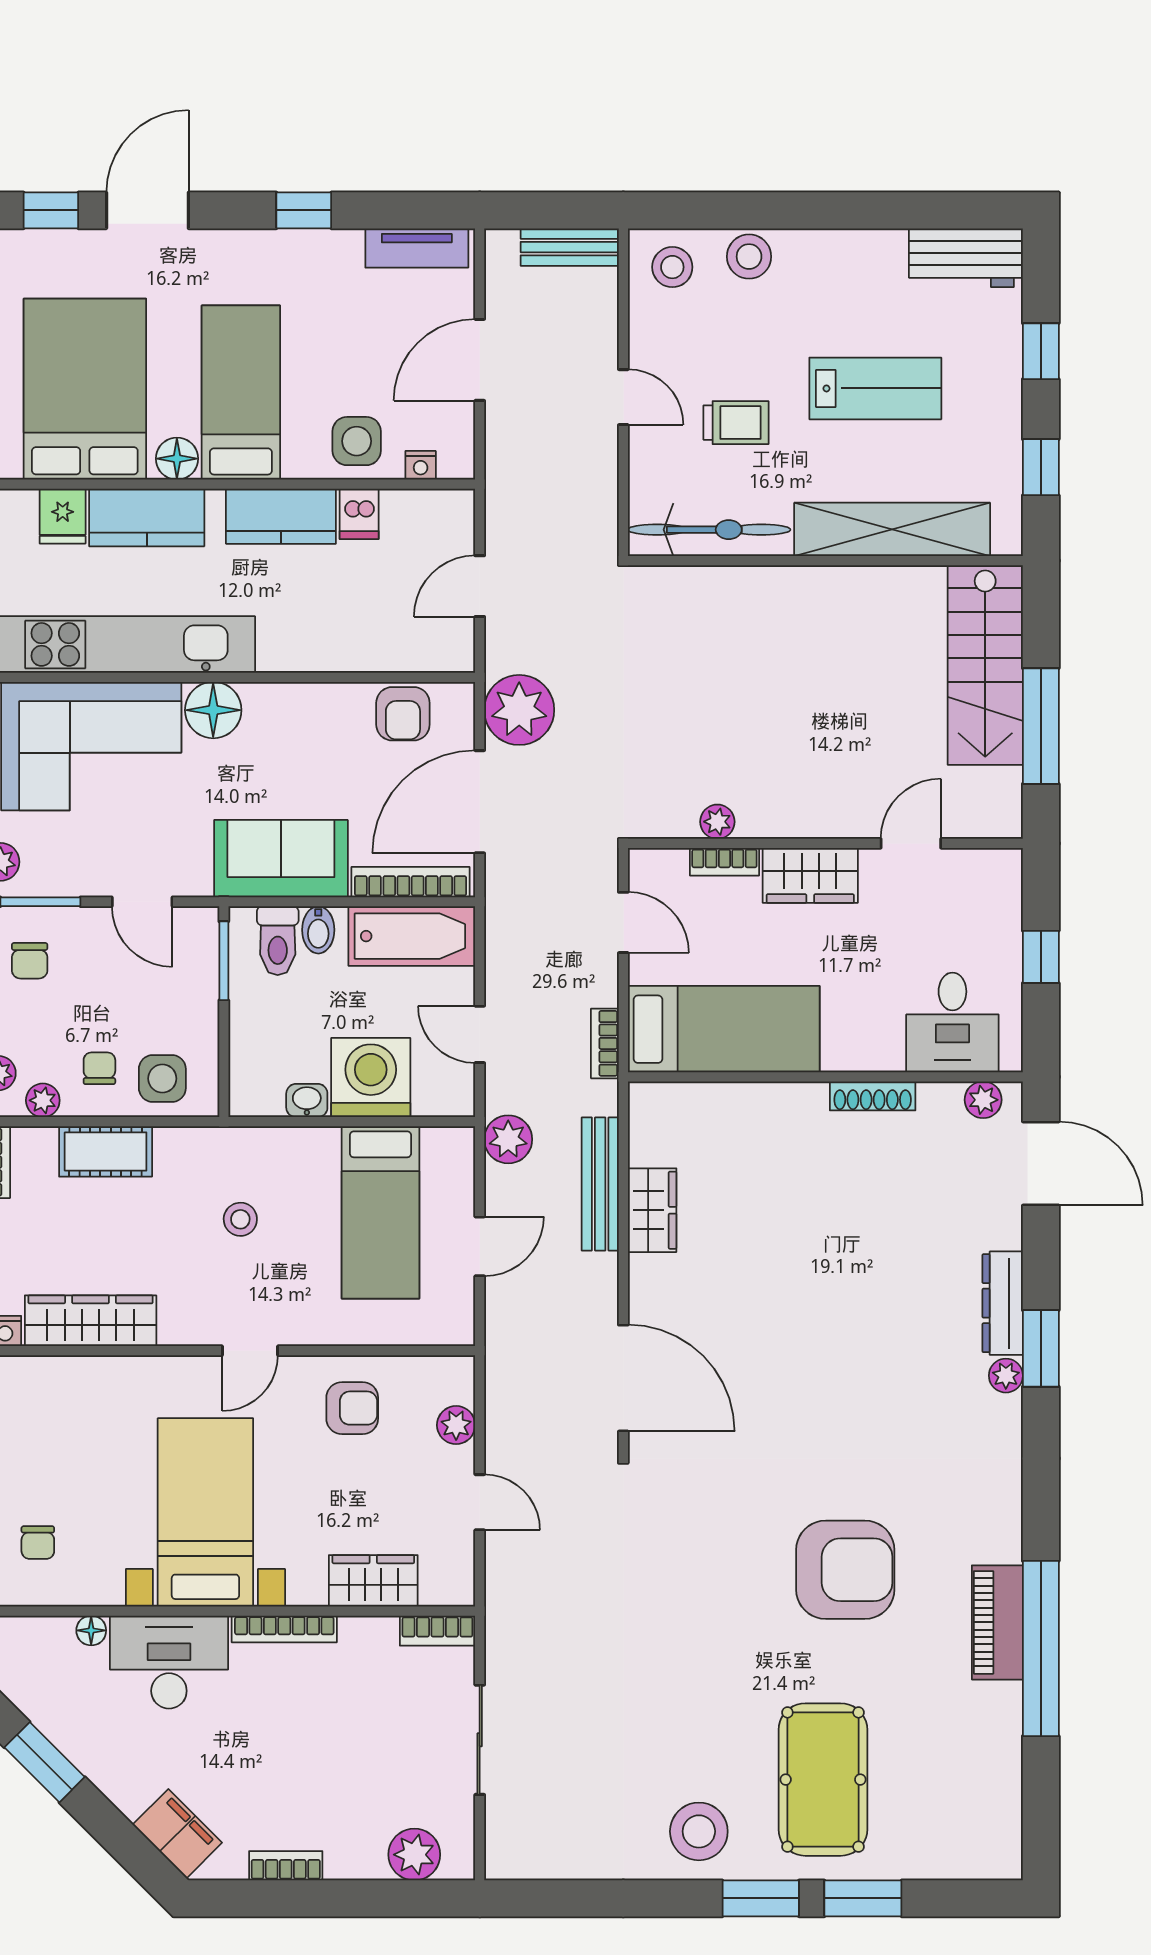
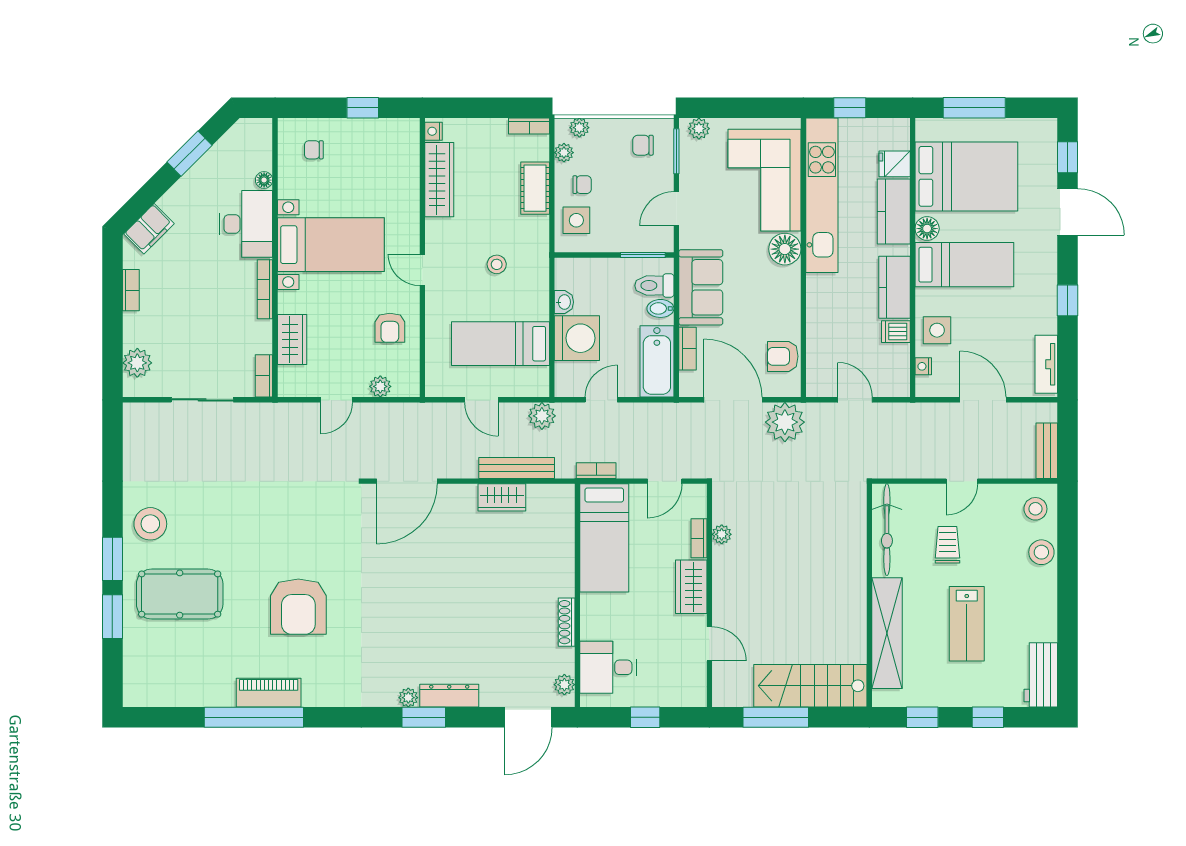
trolley: (736, 423) -> (947, 545), turned 180
bookcase: (411, 882) -> (687, 349), width x0.64

